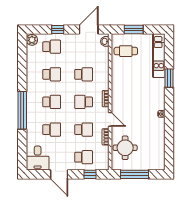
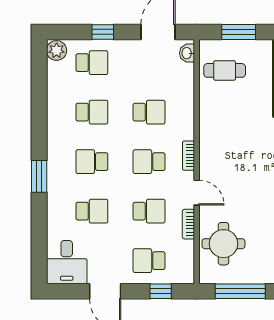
school desk: (52, 102) -> (92, 162), turned 180
window: (22, 110) -> (39, 176), width x0.47
school desk: (84, 157) -> (149, 261), turned 180

